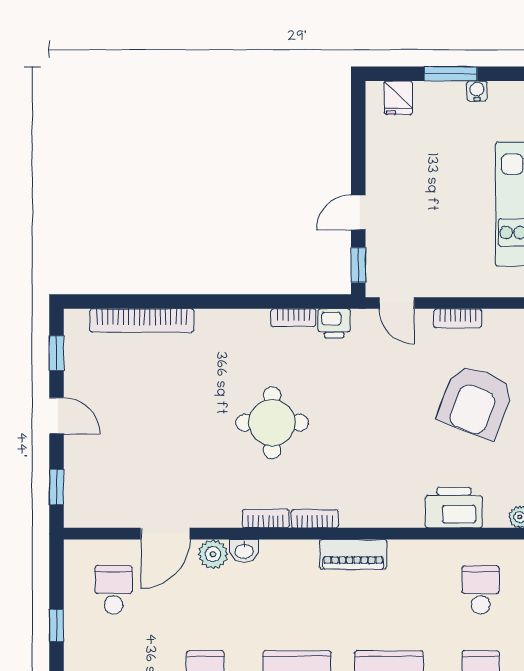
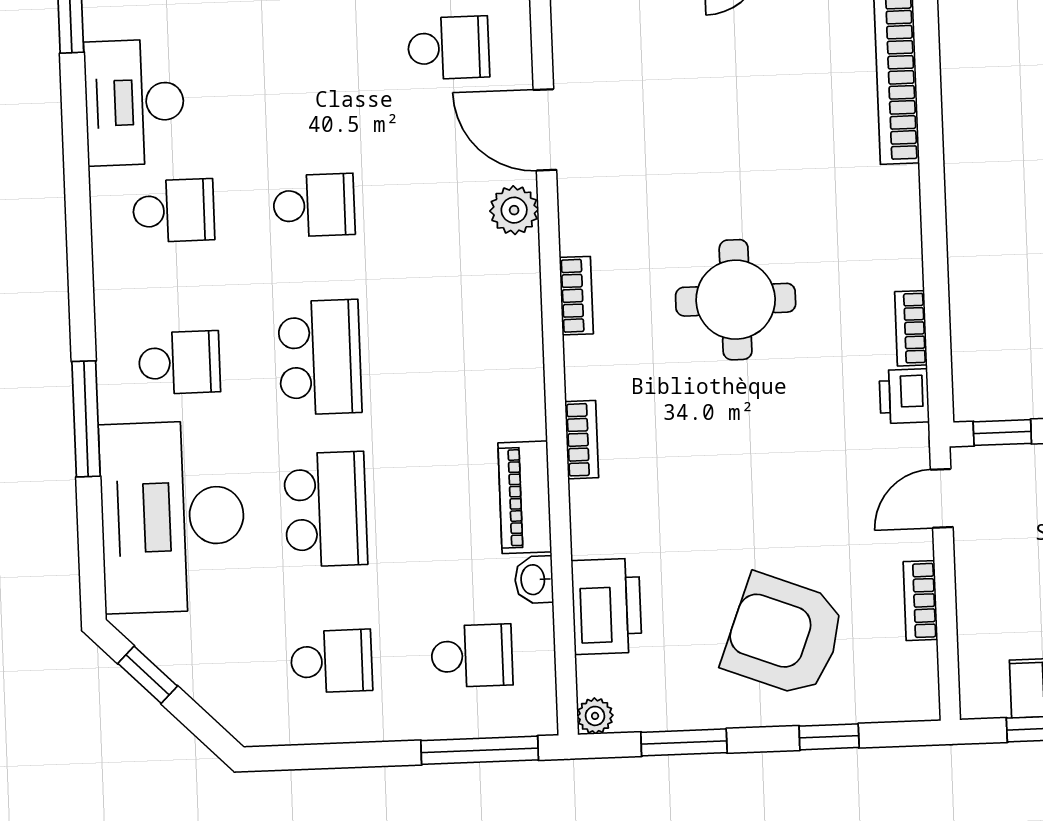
bookcase: (315, 519) -> (582, 440), moved
washbasin: (244, 551) -> (534, 580), moved
piano: (353, 554) -> (525, 497), moved

